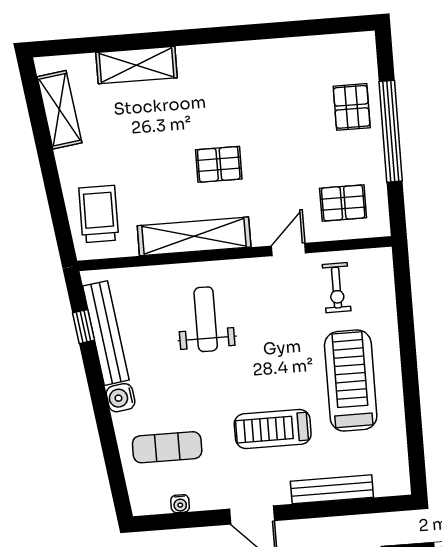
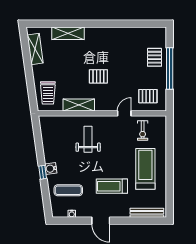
trolley: (99, 214) -> (48, 93), turned 180
shelving: (194, 236) -> (79, 105), width x0.68
window: (83, 327) -> (43, 172), moved
bench: (106, 333) -> (47, 142), removed
bench: (332, 489) -> (147, 213), moved

